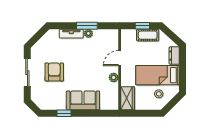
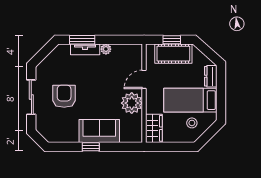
window: (87, 26) -> (82, 40), moved
cot: (148, 35) -> (173, 54), width x1.37, depth x1.34
plant: (114, 77) -> (132, 103), width x1.88, depth x1.88
window: (64, 113) -> (91, 147), moved

